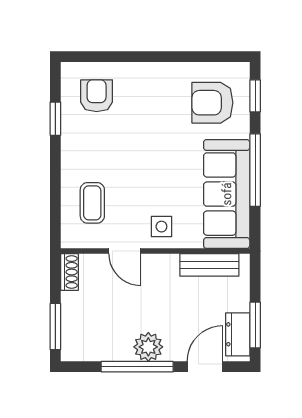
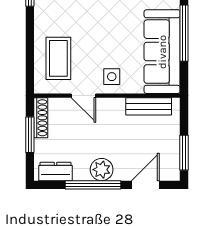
coffee table: (92, 203) -> (58, 58), width x1.36, depth x1.30
shoe rack: (69, 272) -> (41, 118), width x1.43
window: (55, 327) -> (30, 135), moved
dresser: (238, 334) -> (55, 171), moved, turned 90

